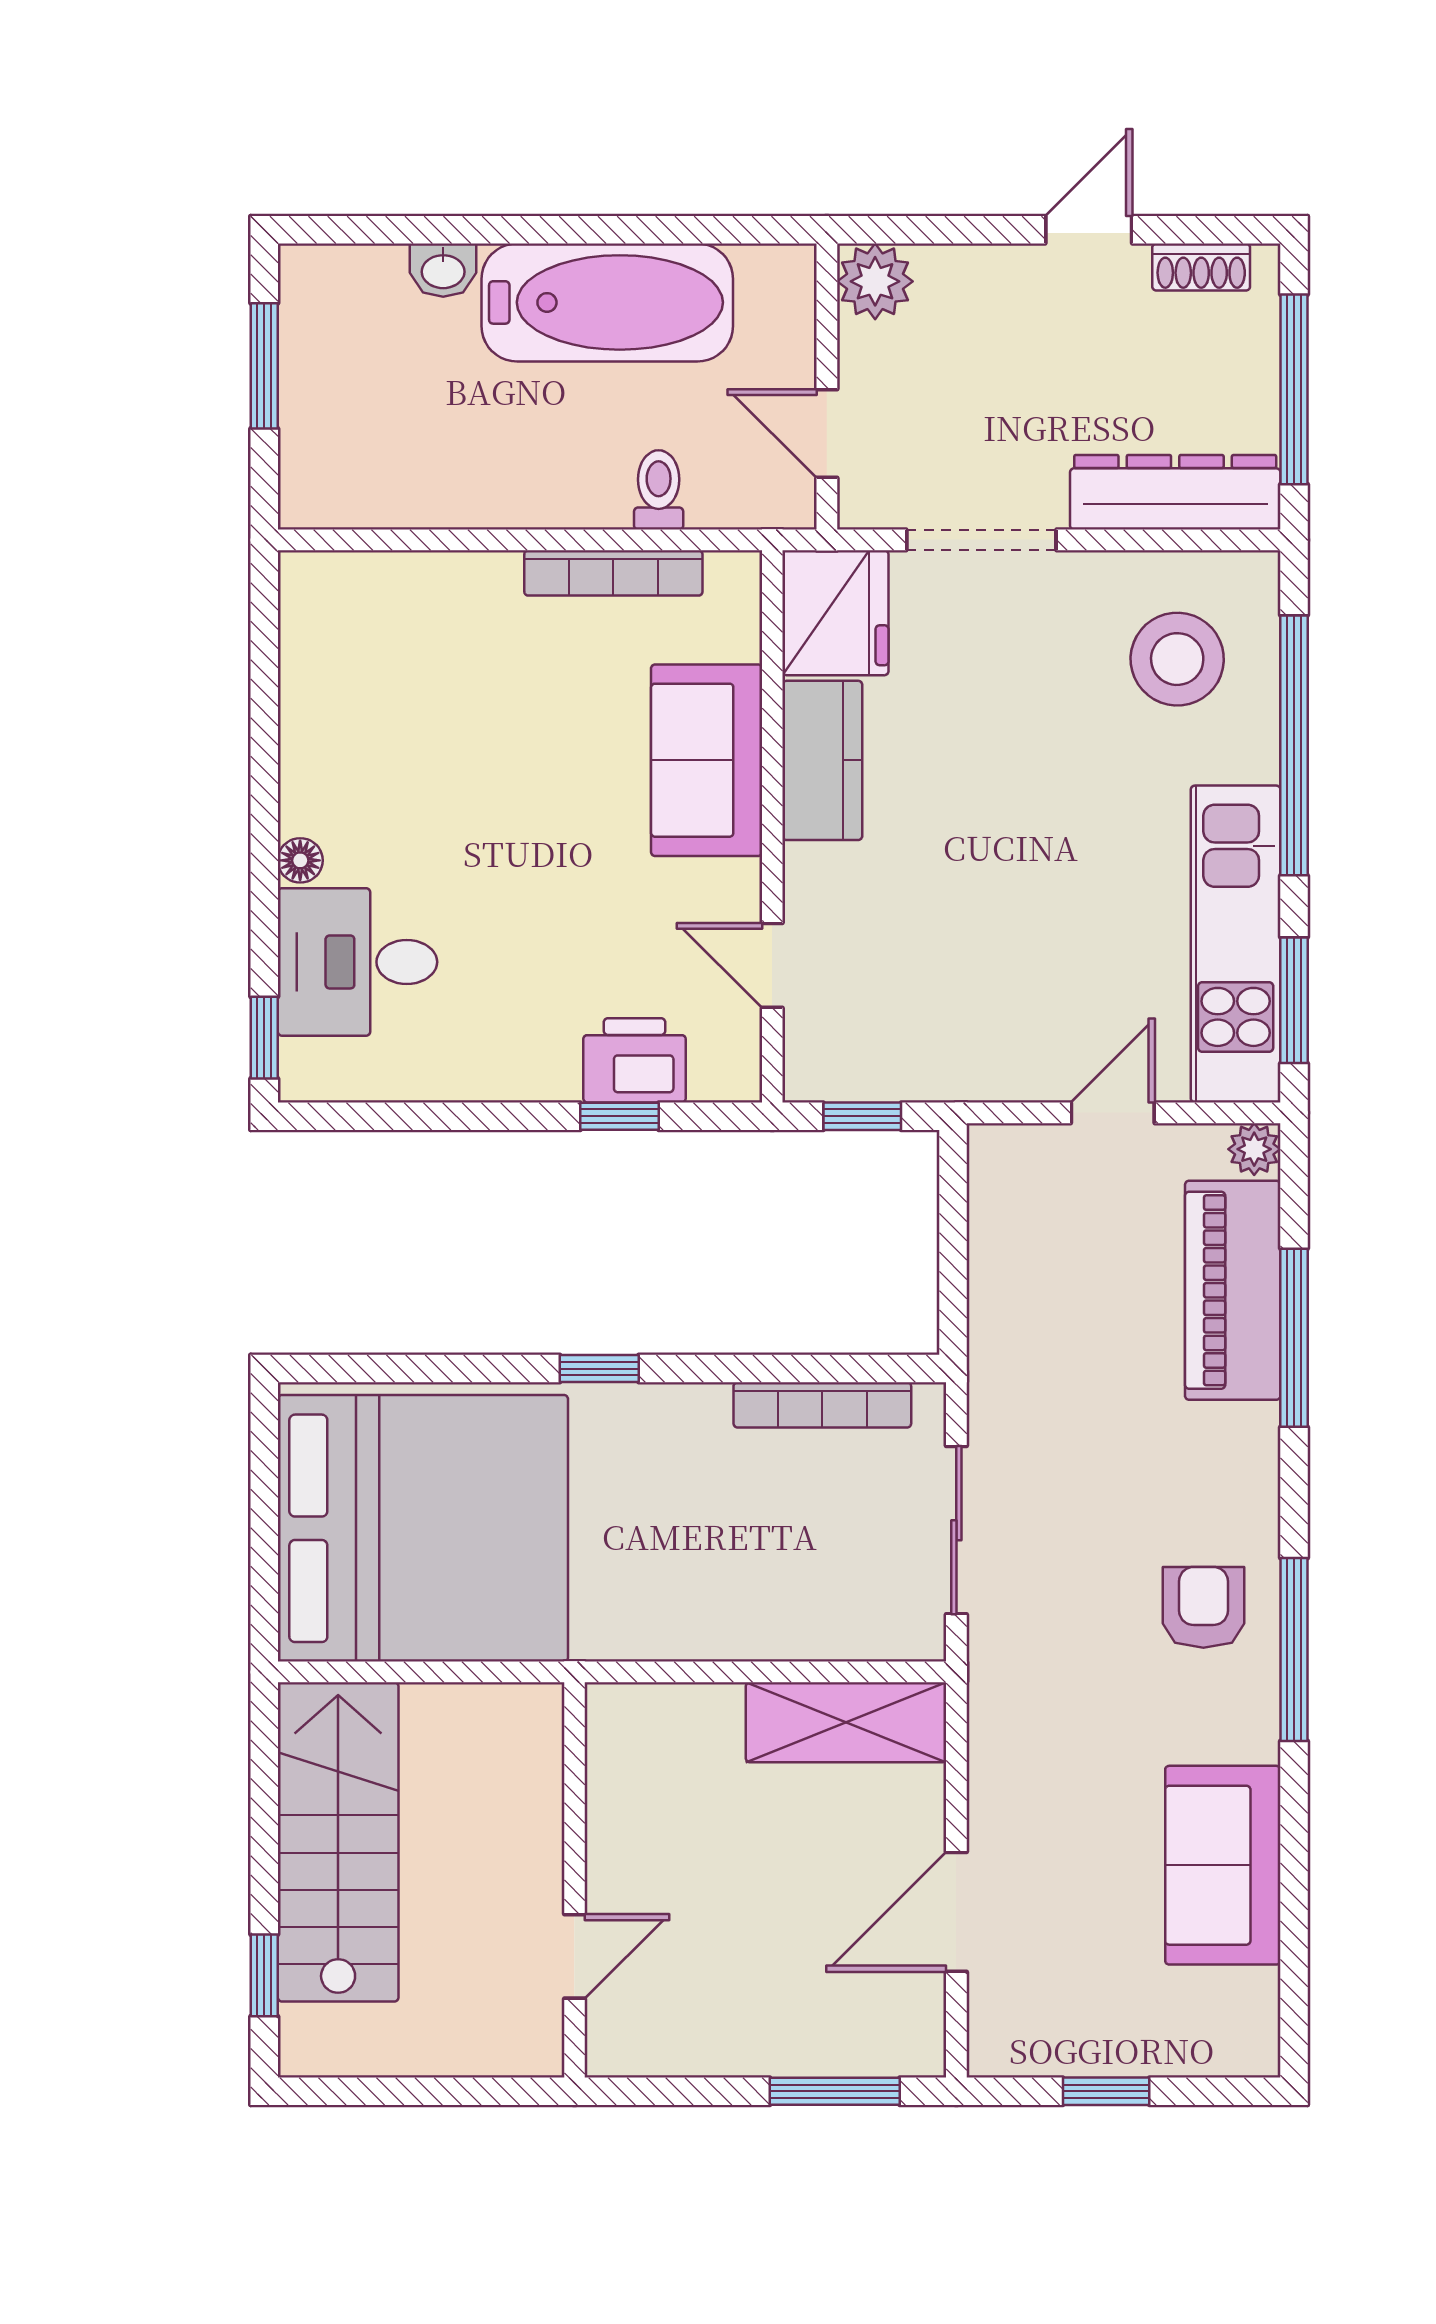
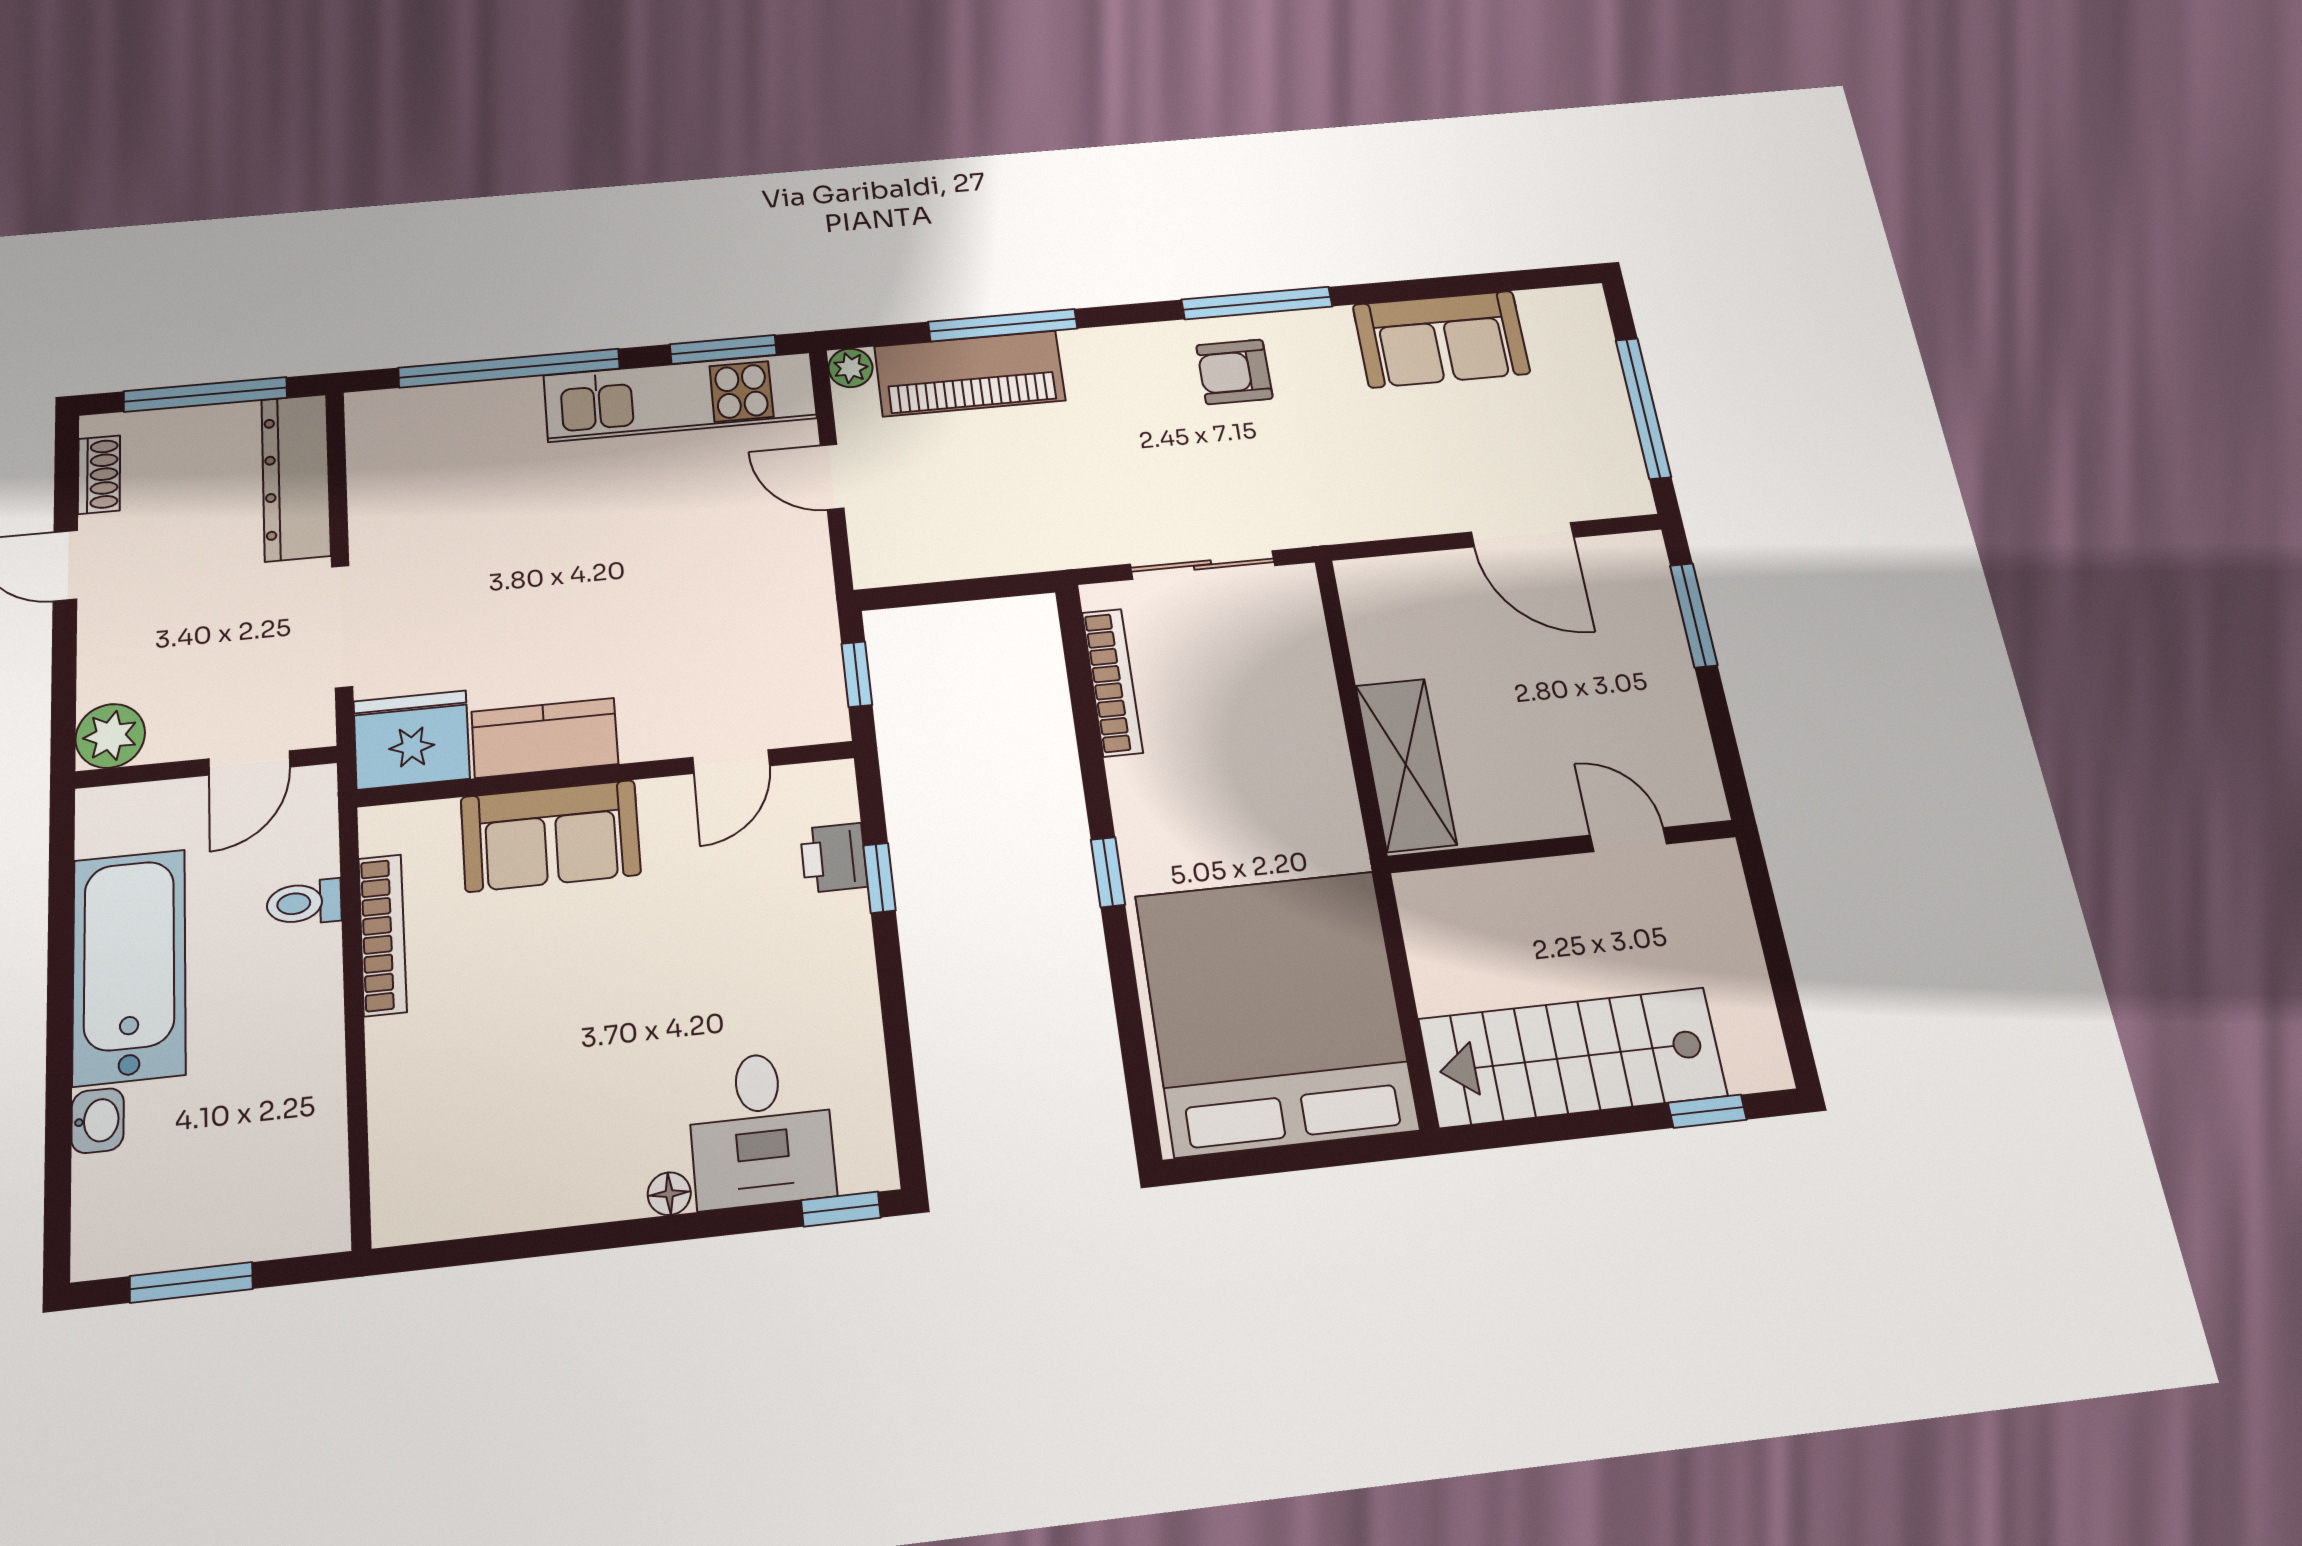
stool: (1177, 659) -> (440, 463), removed
printer: (634, 1060) -> (834, 858), width x0.73, depth x0.81
shelving: (846, 1722) -> (1406, 765), moved
window: (1106, 2091) -> (1643, 408), width x2.17

